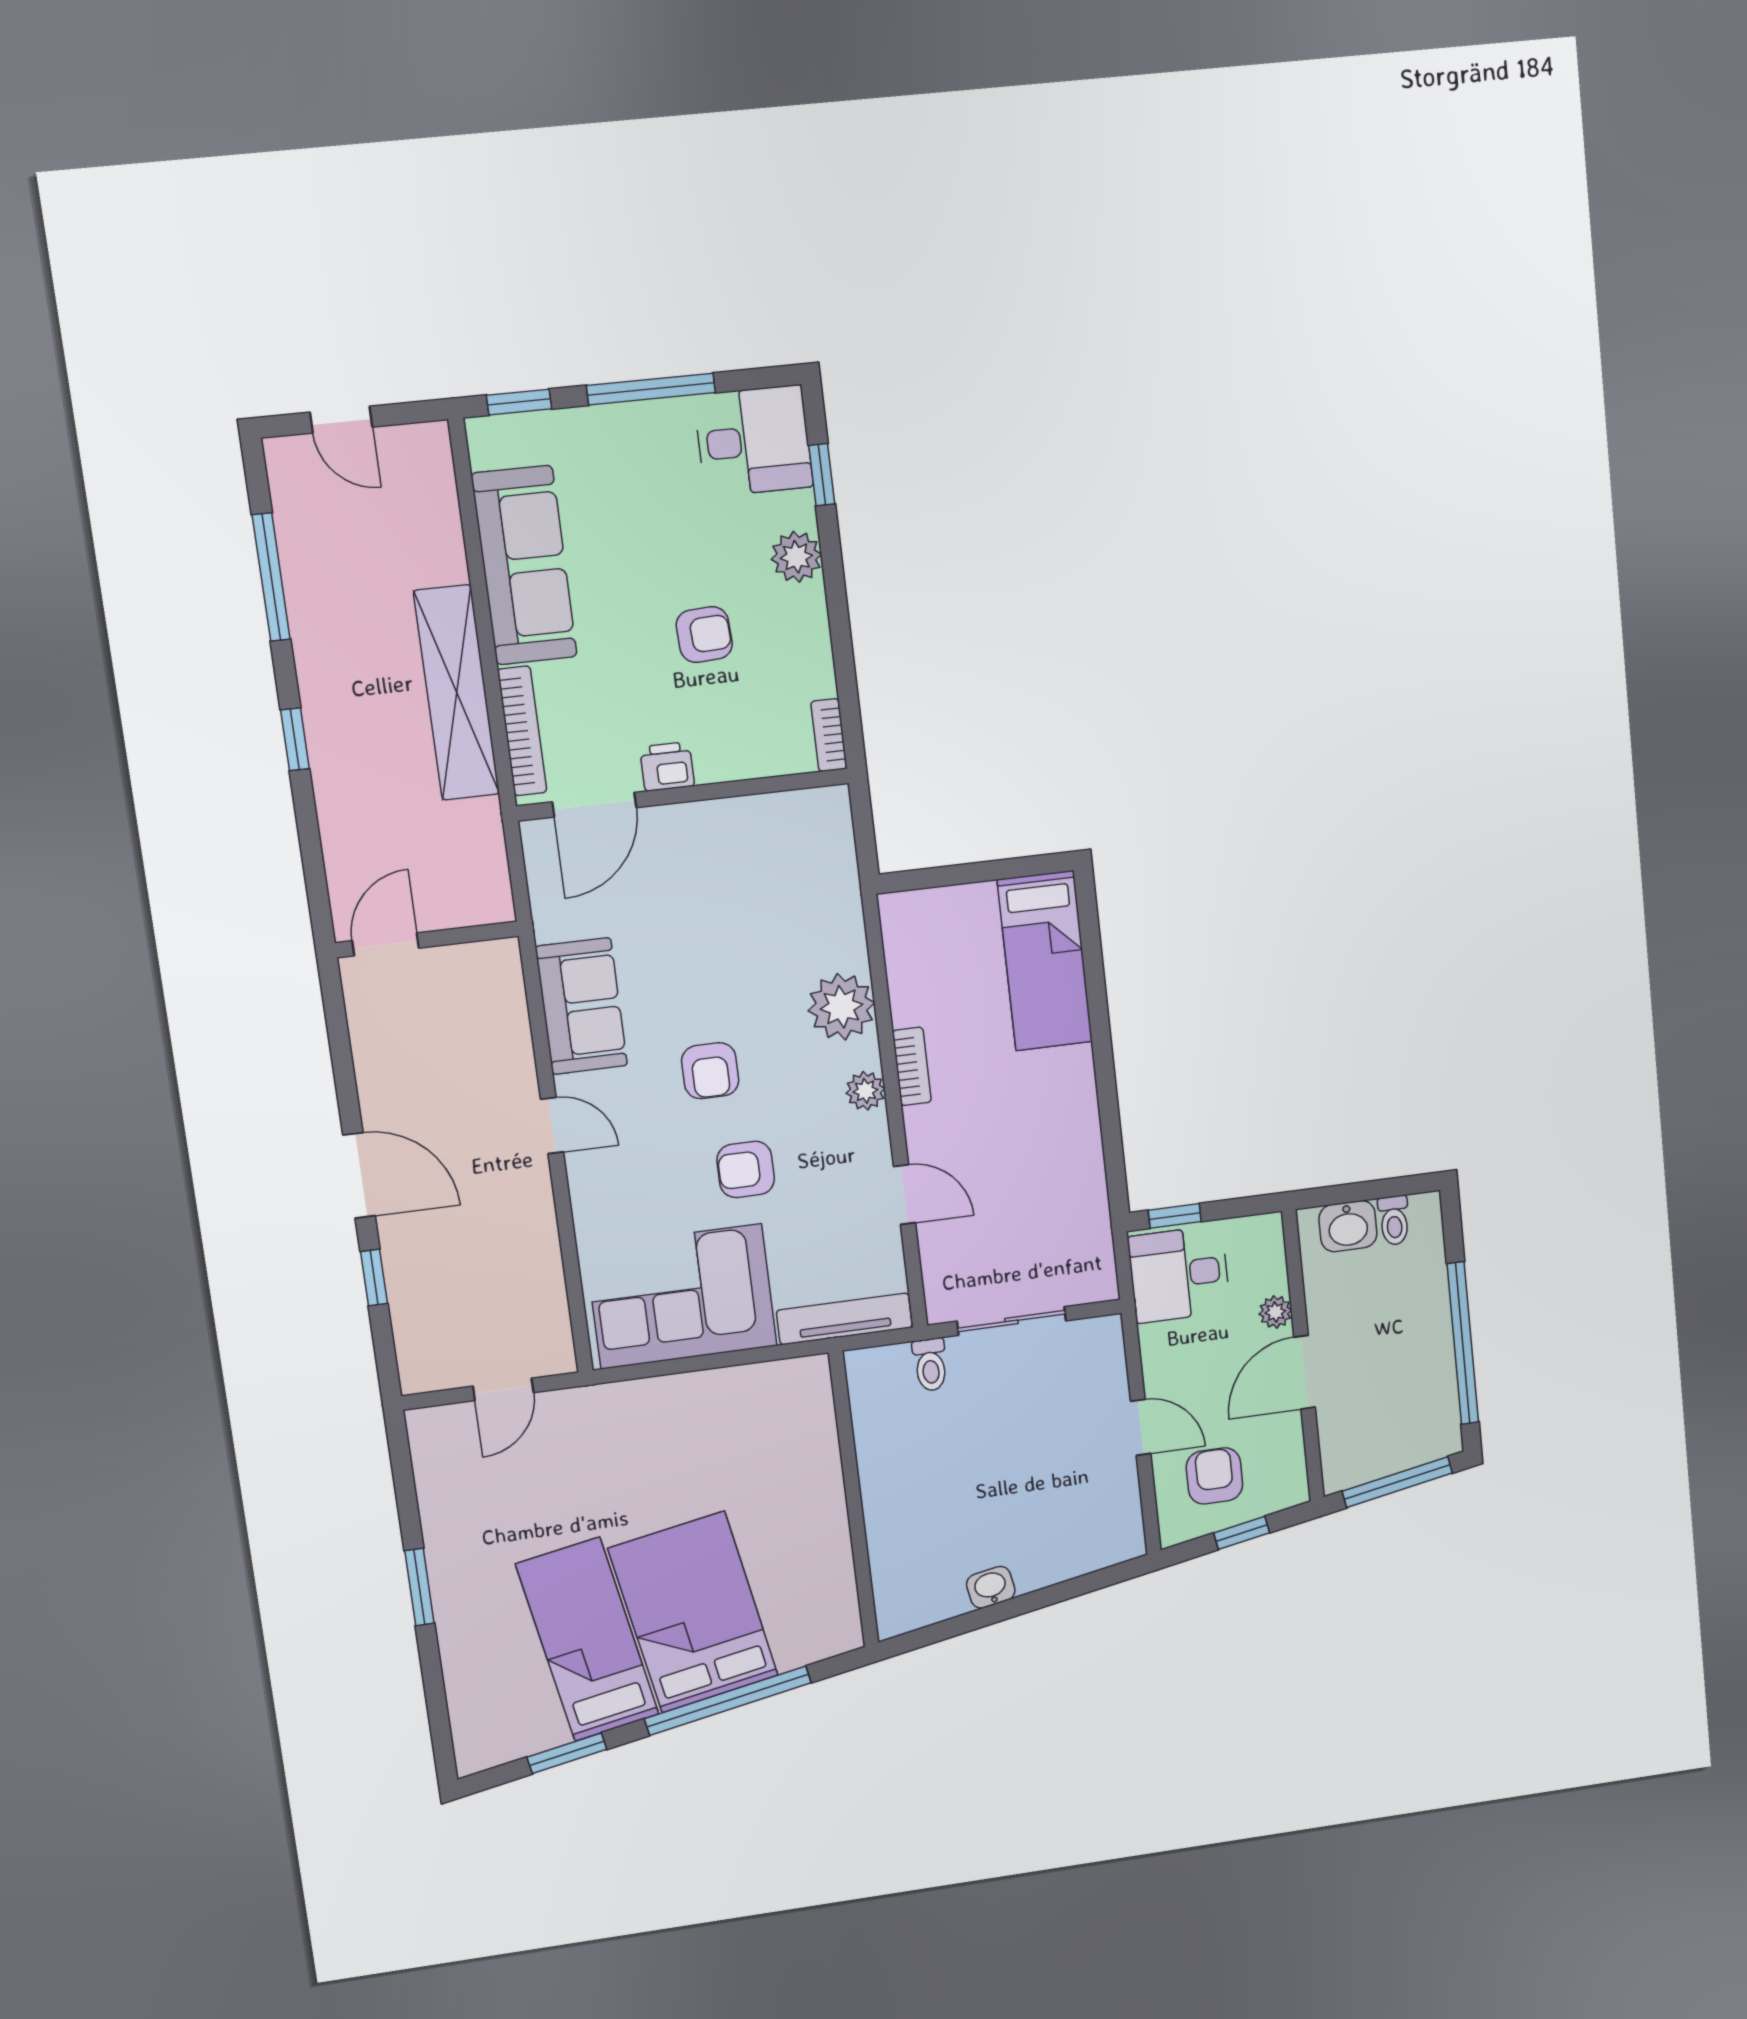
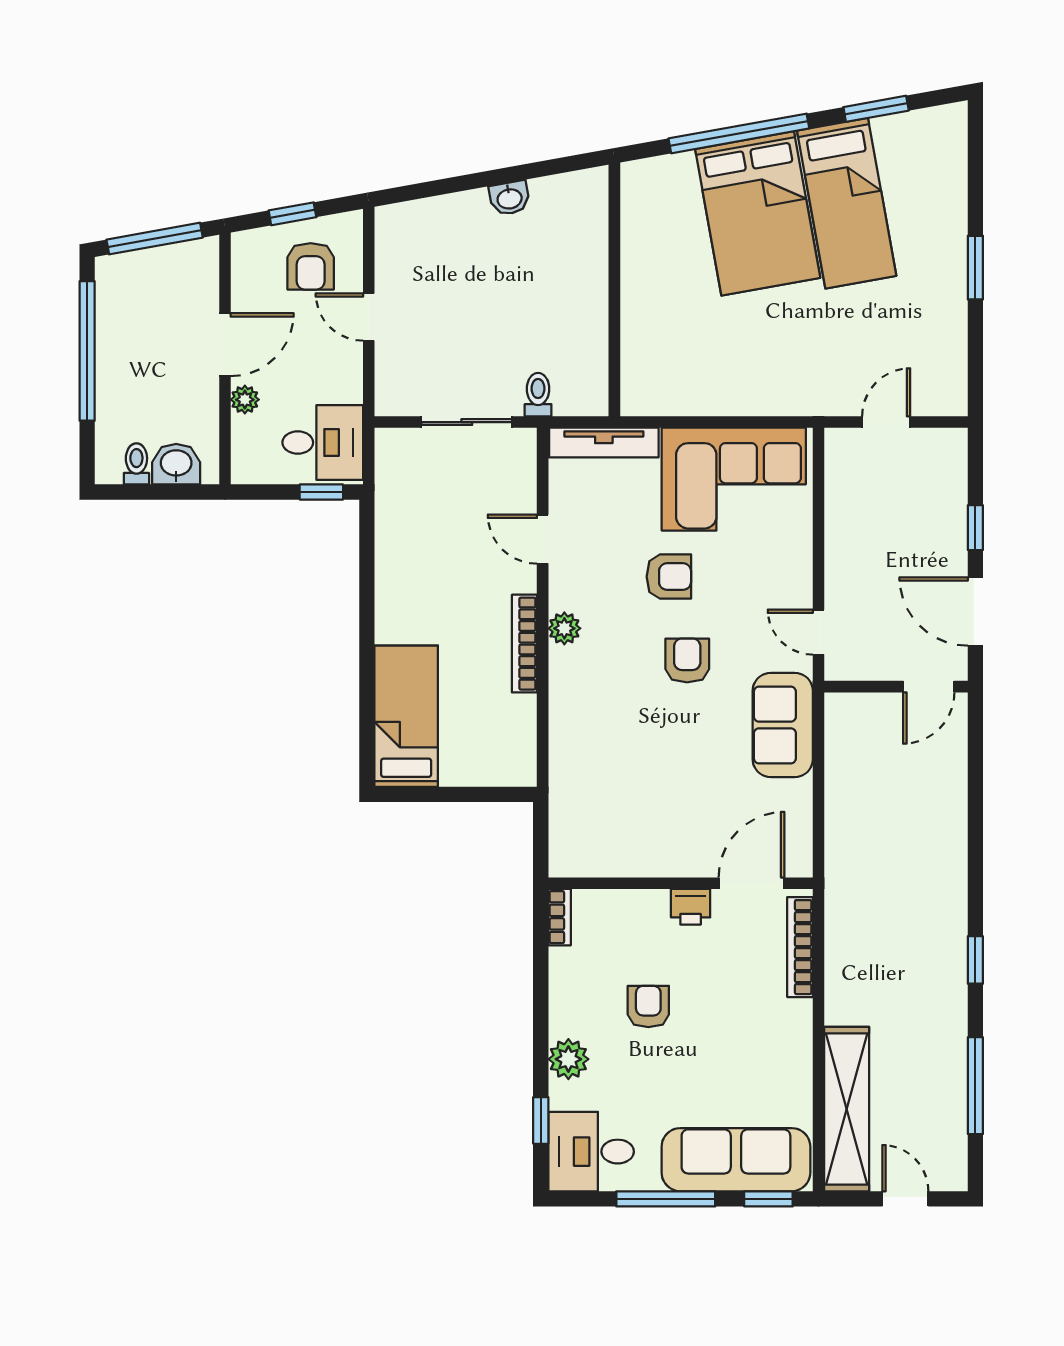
sofa: (524, 565) -> (736, 1160), moved, turned 90
armchair: (704, 635) -> (648, 1006), turned 93
shelving: (457, 693) -> (847, 1109), moved
wall: (427, 939) -> (896, 687), moved
door: (386, 944) -> (929, 687), moved
plant: (841, 1007) -> (576, 699), removed
bookcase: (912, 1066) -> (524, 644), width x1.56

